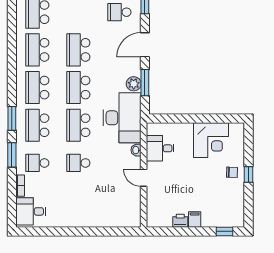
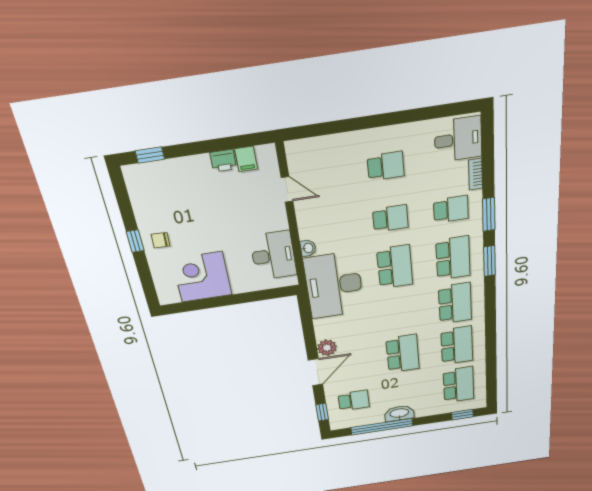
window: (145, 83) -> (309, 331), removed
plant: (134, 84) -> (327, 348), moved
school desk: (78, 88) -> (386, 166), moved, width x0.54
desk: (160, 148) -> (273, 255), width x1.37
door: (144, 178) -> (287, 189), moved
filing cabinet: (195, 220) -> (246, 159), moved

